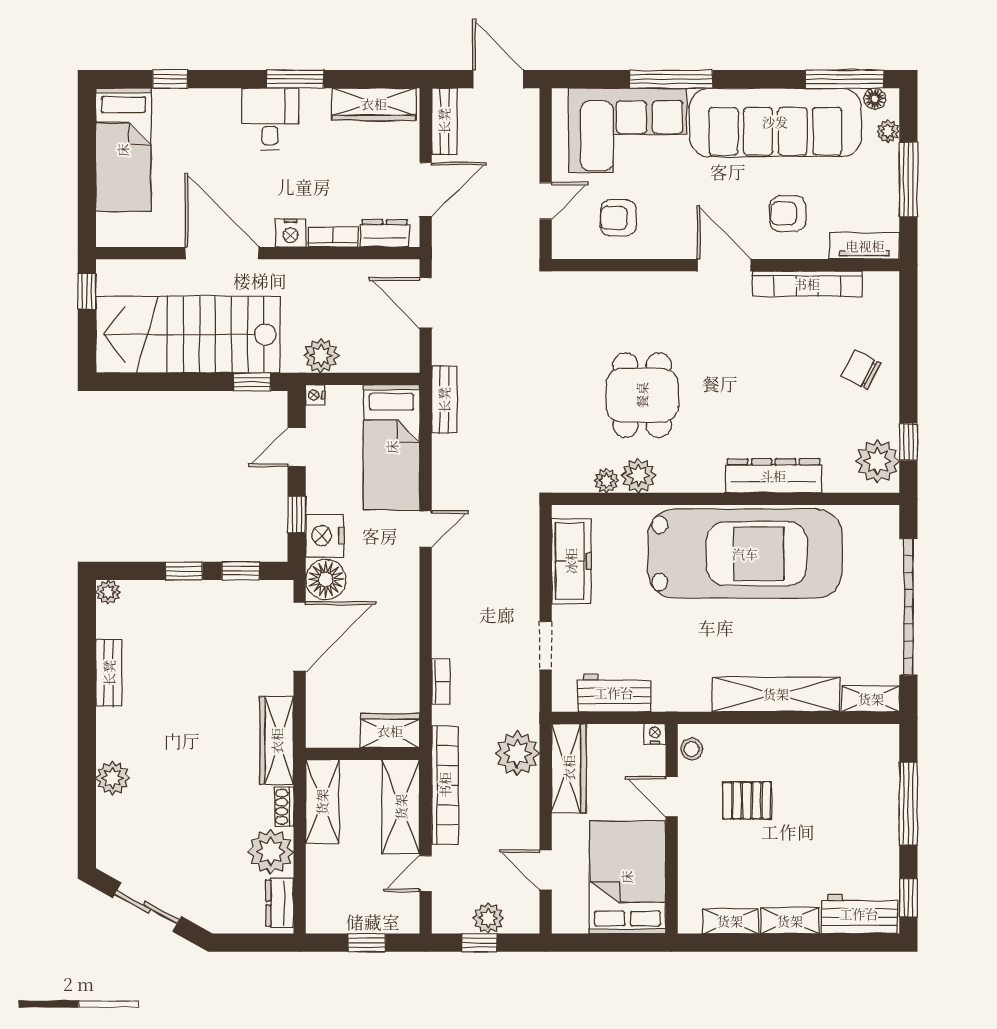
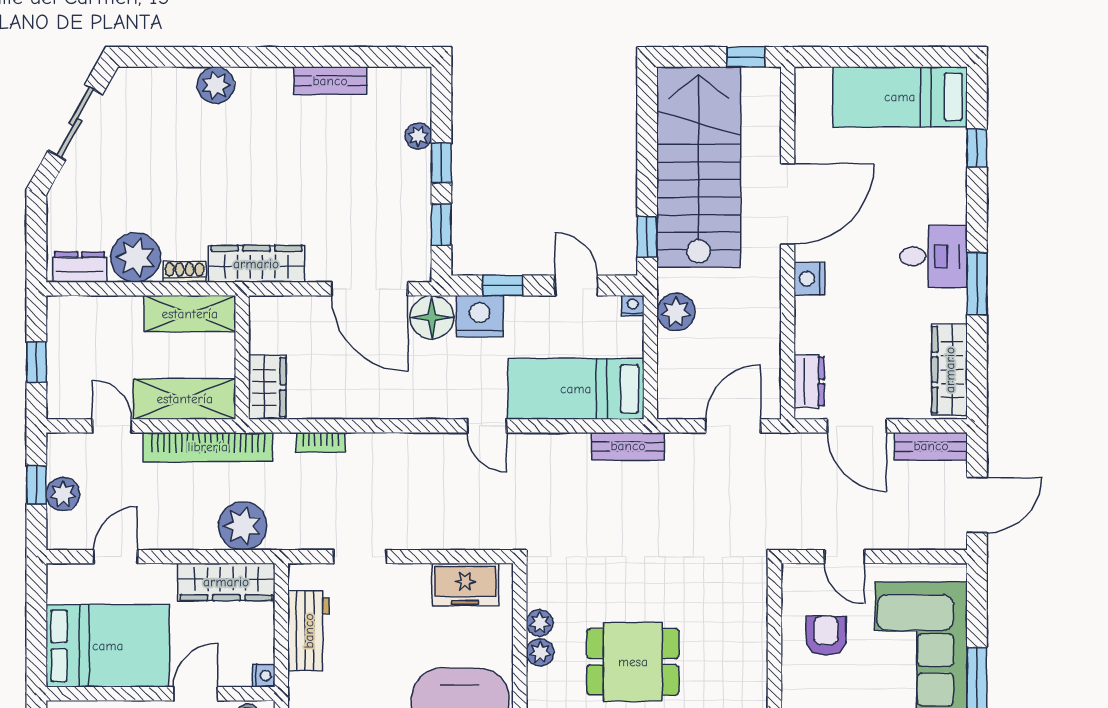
bookcase: (333, 237) -> (805, 325), removed
plant: (638, 476) -> (540, 652), width x0.73, depth x0.73
freezer: (571, 561) -> (465, 585), width x0.71
plant: (108, 592) -> (418, 136), moved

